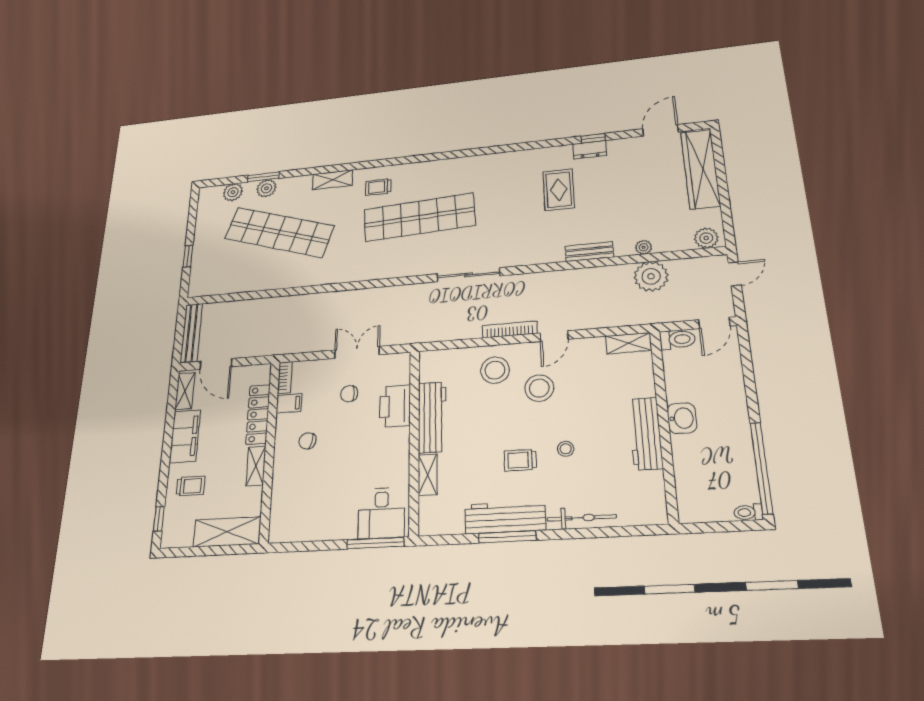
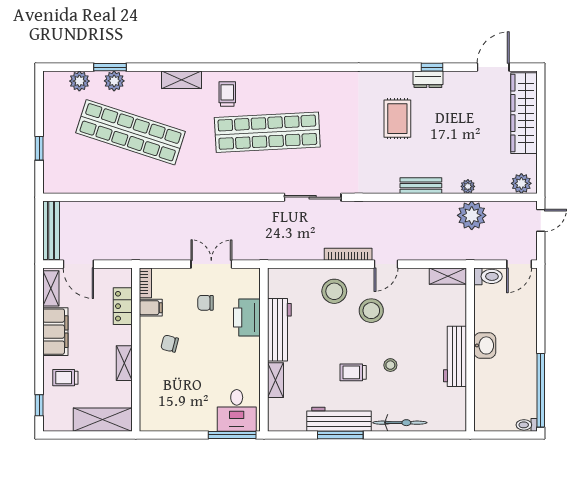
trolley: (378, 187) -> (227, 94), turned 90
locker: (258, 414) -> (123, 306), width x0.66
trolley: (190, 486) -> (65, 378), turned 180

